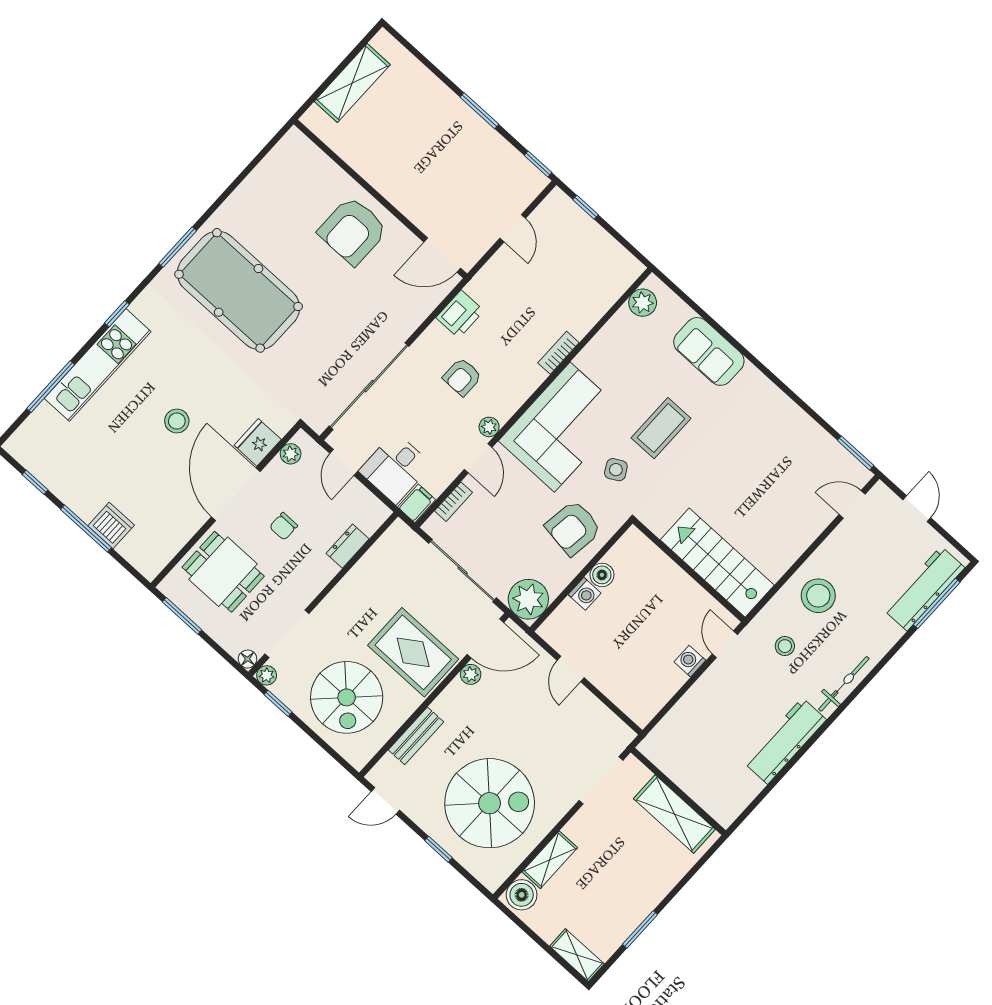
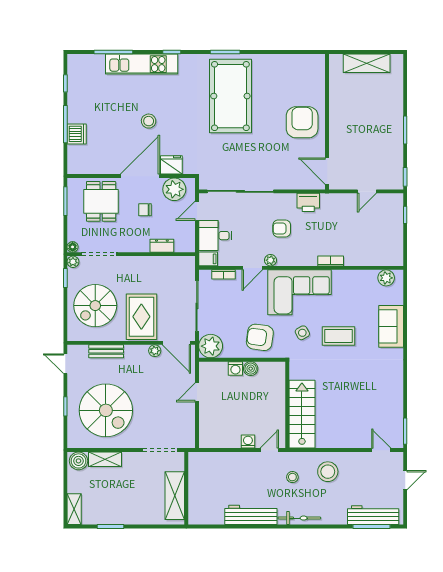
armchair: (353, 231) -> (302, 122), turned 90
plant: (291, 454) -> (174, 189), width x1.87, depth x1.87

